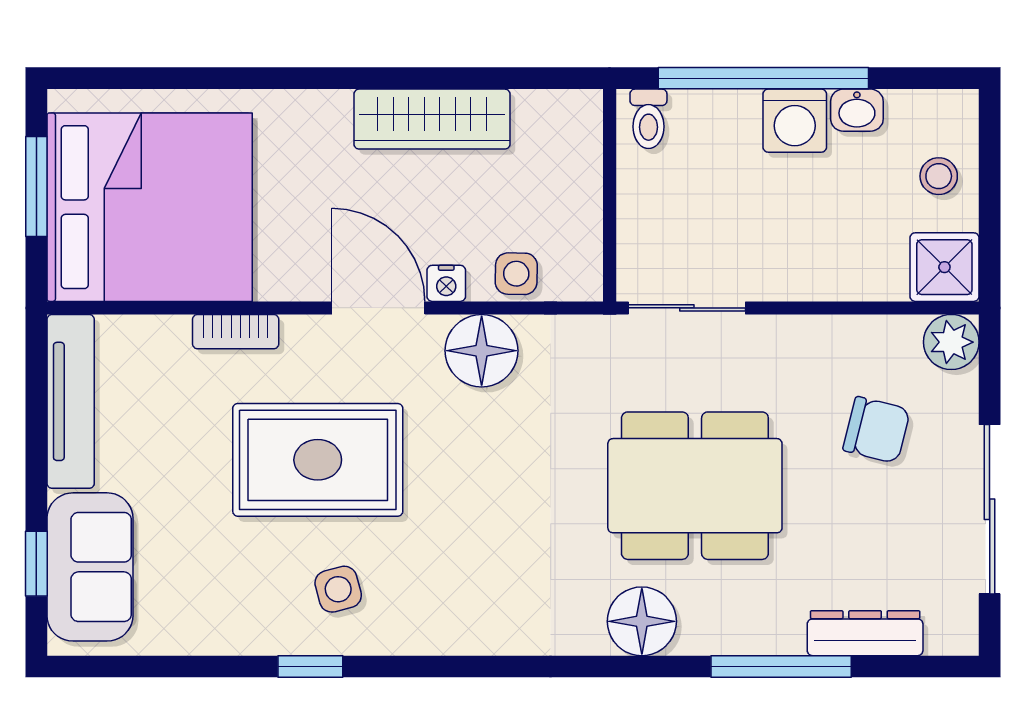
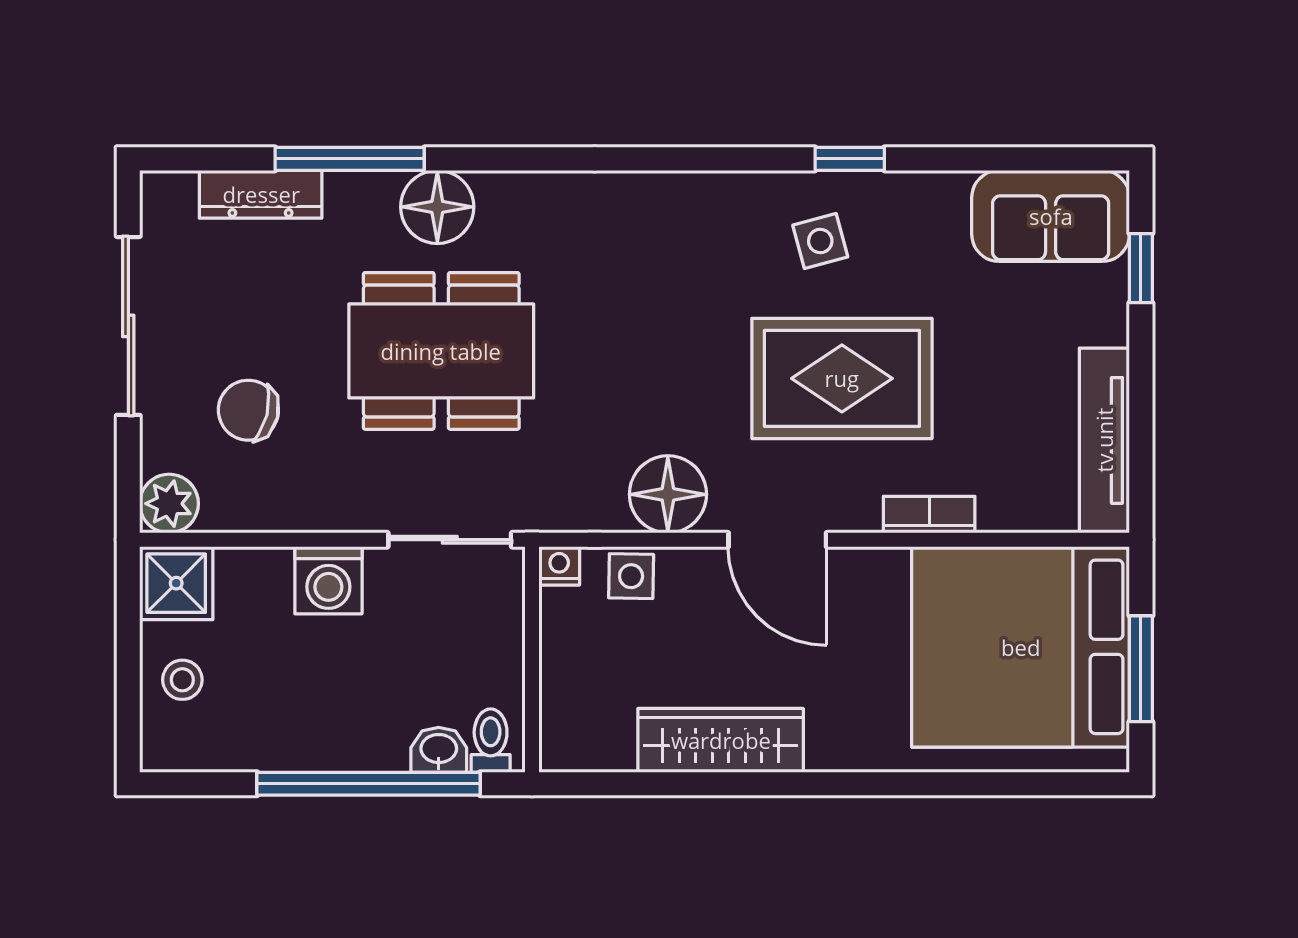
washbasin: (857, 110) -> (439, 750), moved
washing machine: (795, 121) -> (328, 580), moved, turned 180
nightstand: (446, 283) -> (559, 566), moved
sofa: (90, 567) -> (1051, 216), moved, turned -90
floor lamp: (642, 621) -> (437, 207), moved

